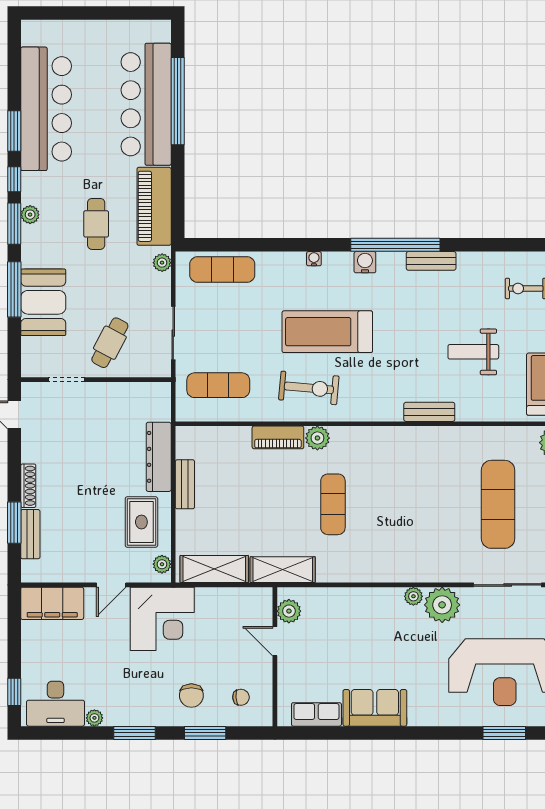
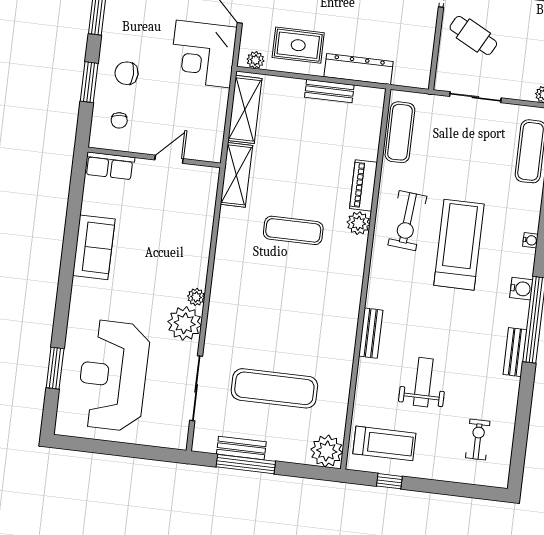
exercise mat: (218, 385) -> (400, 132), moved
plant: (289, 611) -> (196, 176), removed
row of seats: (316, 714) -> (110, 166), moved, turned 90

